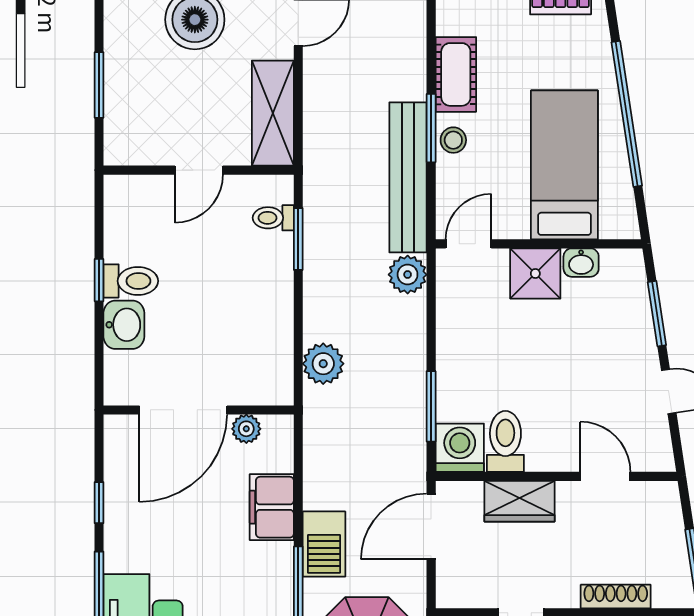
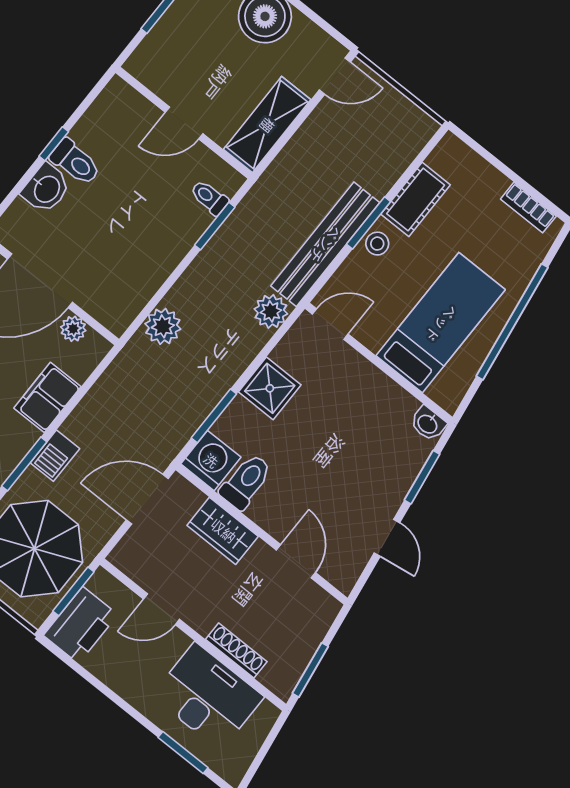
washbasin: (581, 263) -> (428, 424), moved
shower: (535, 273) -> (270, 388), moved
barbecue: (324, 544) -> (55, 456), width x0.73, depth x0.79

